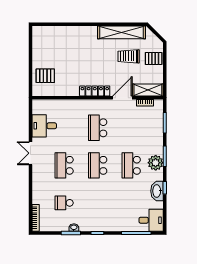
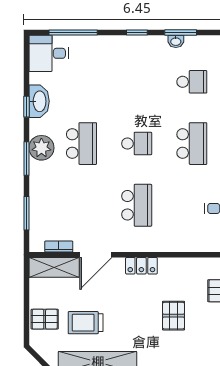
trolley: (129, 56) -> (86, 323), turned 180
pallet: (75, 61) -> (173, 316), added
locker: (95, 91) -> (141, 266), width x0.66
school desk: (98, 165) -> (137, 144), width x0.54

